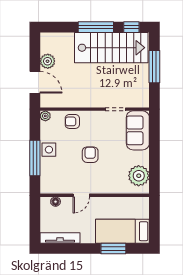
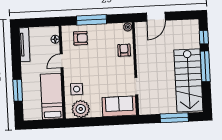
window: (131, 27) -> (204, 37), moved
plant: (48, 61) -> (174, 27), removed
side table: (49, 150) -> (77, 89), moved
armchair: (90, 155) -> (80, 38), moved
door: (81, 195) -> (62, 61), hinge flipped
bed: (122, 231) -> (52, 96), moved

